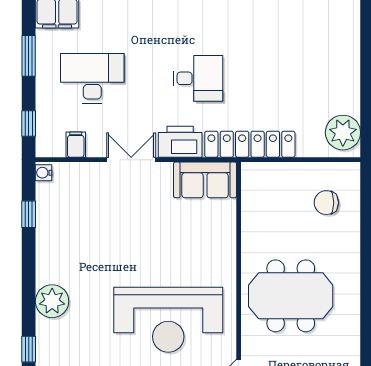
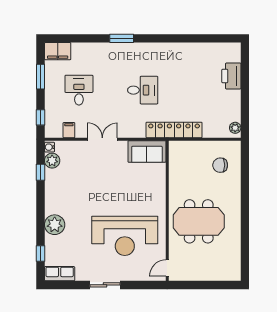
desk: (92, 78) -> (79, 90), width x0.73
plant: (343, 133) -> (235, 128), width x0.53, depth x0.53
printer: (180, 142) -> (231, 76), moved, turned -90
plant: (48, 195) -> (52, 161), added

